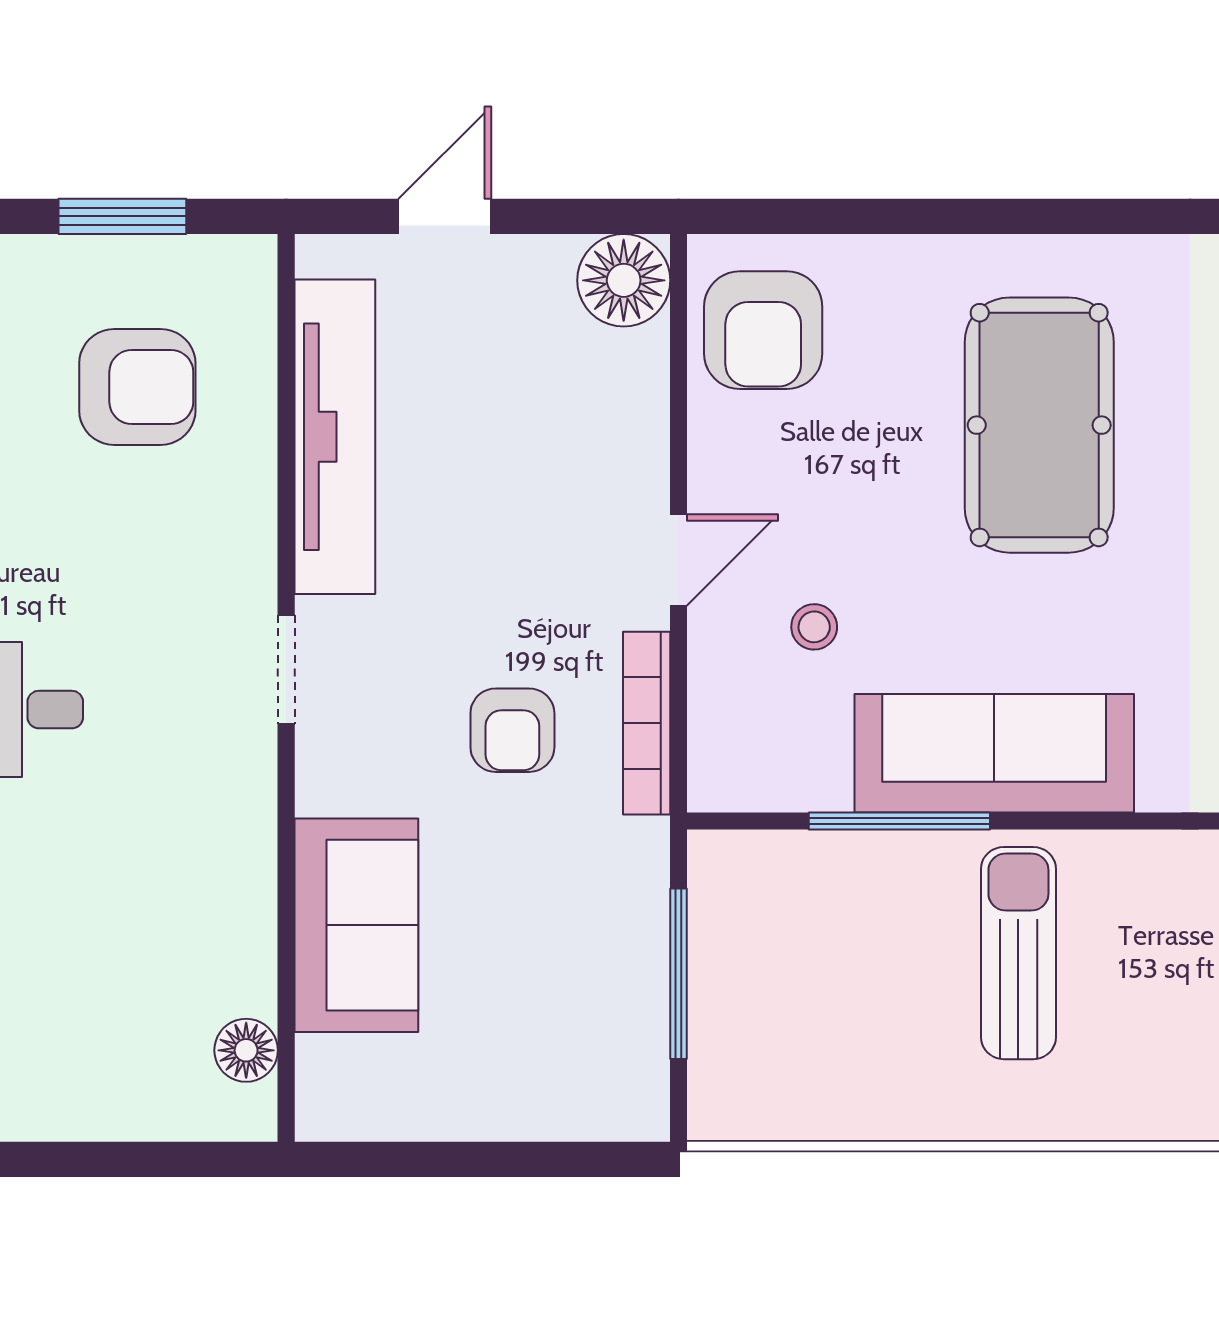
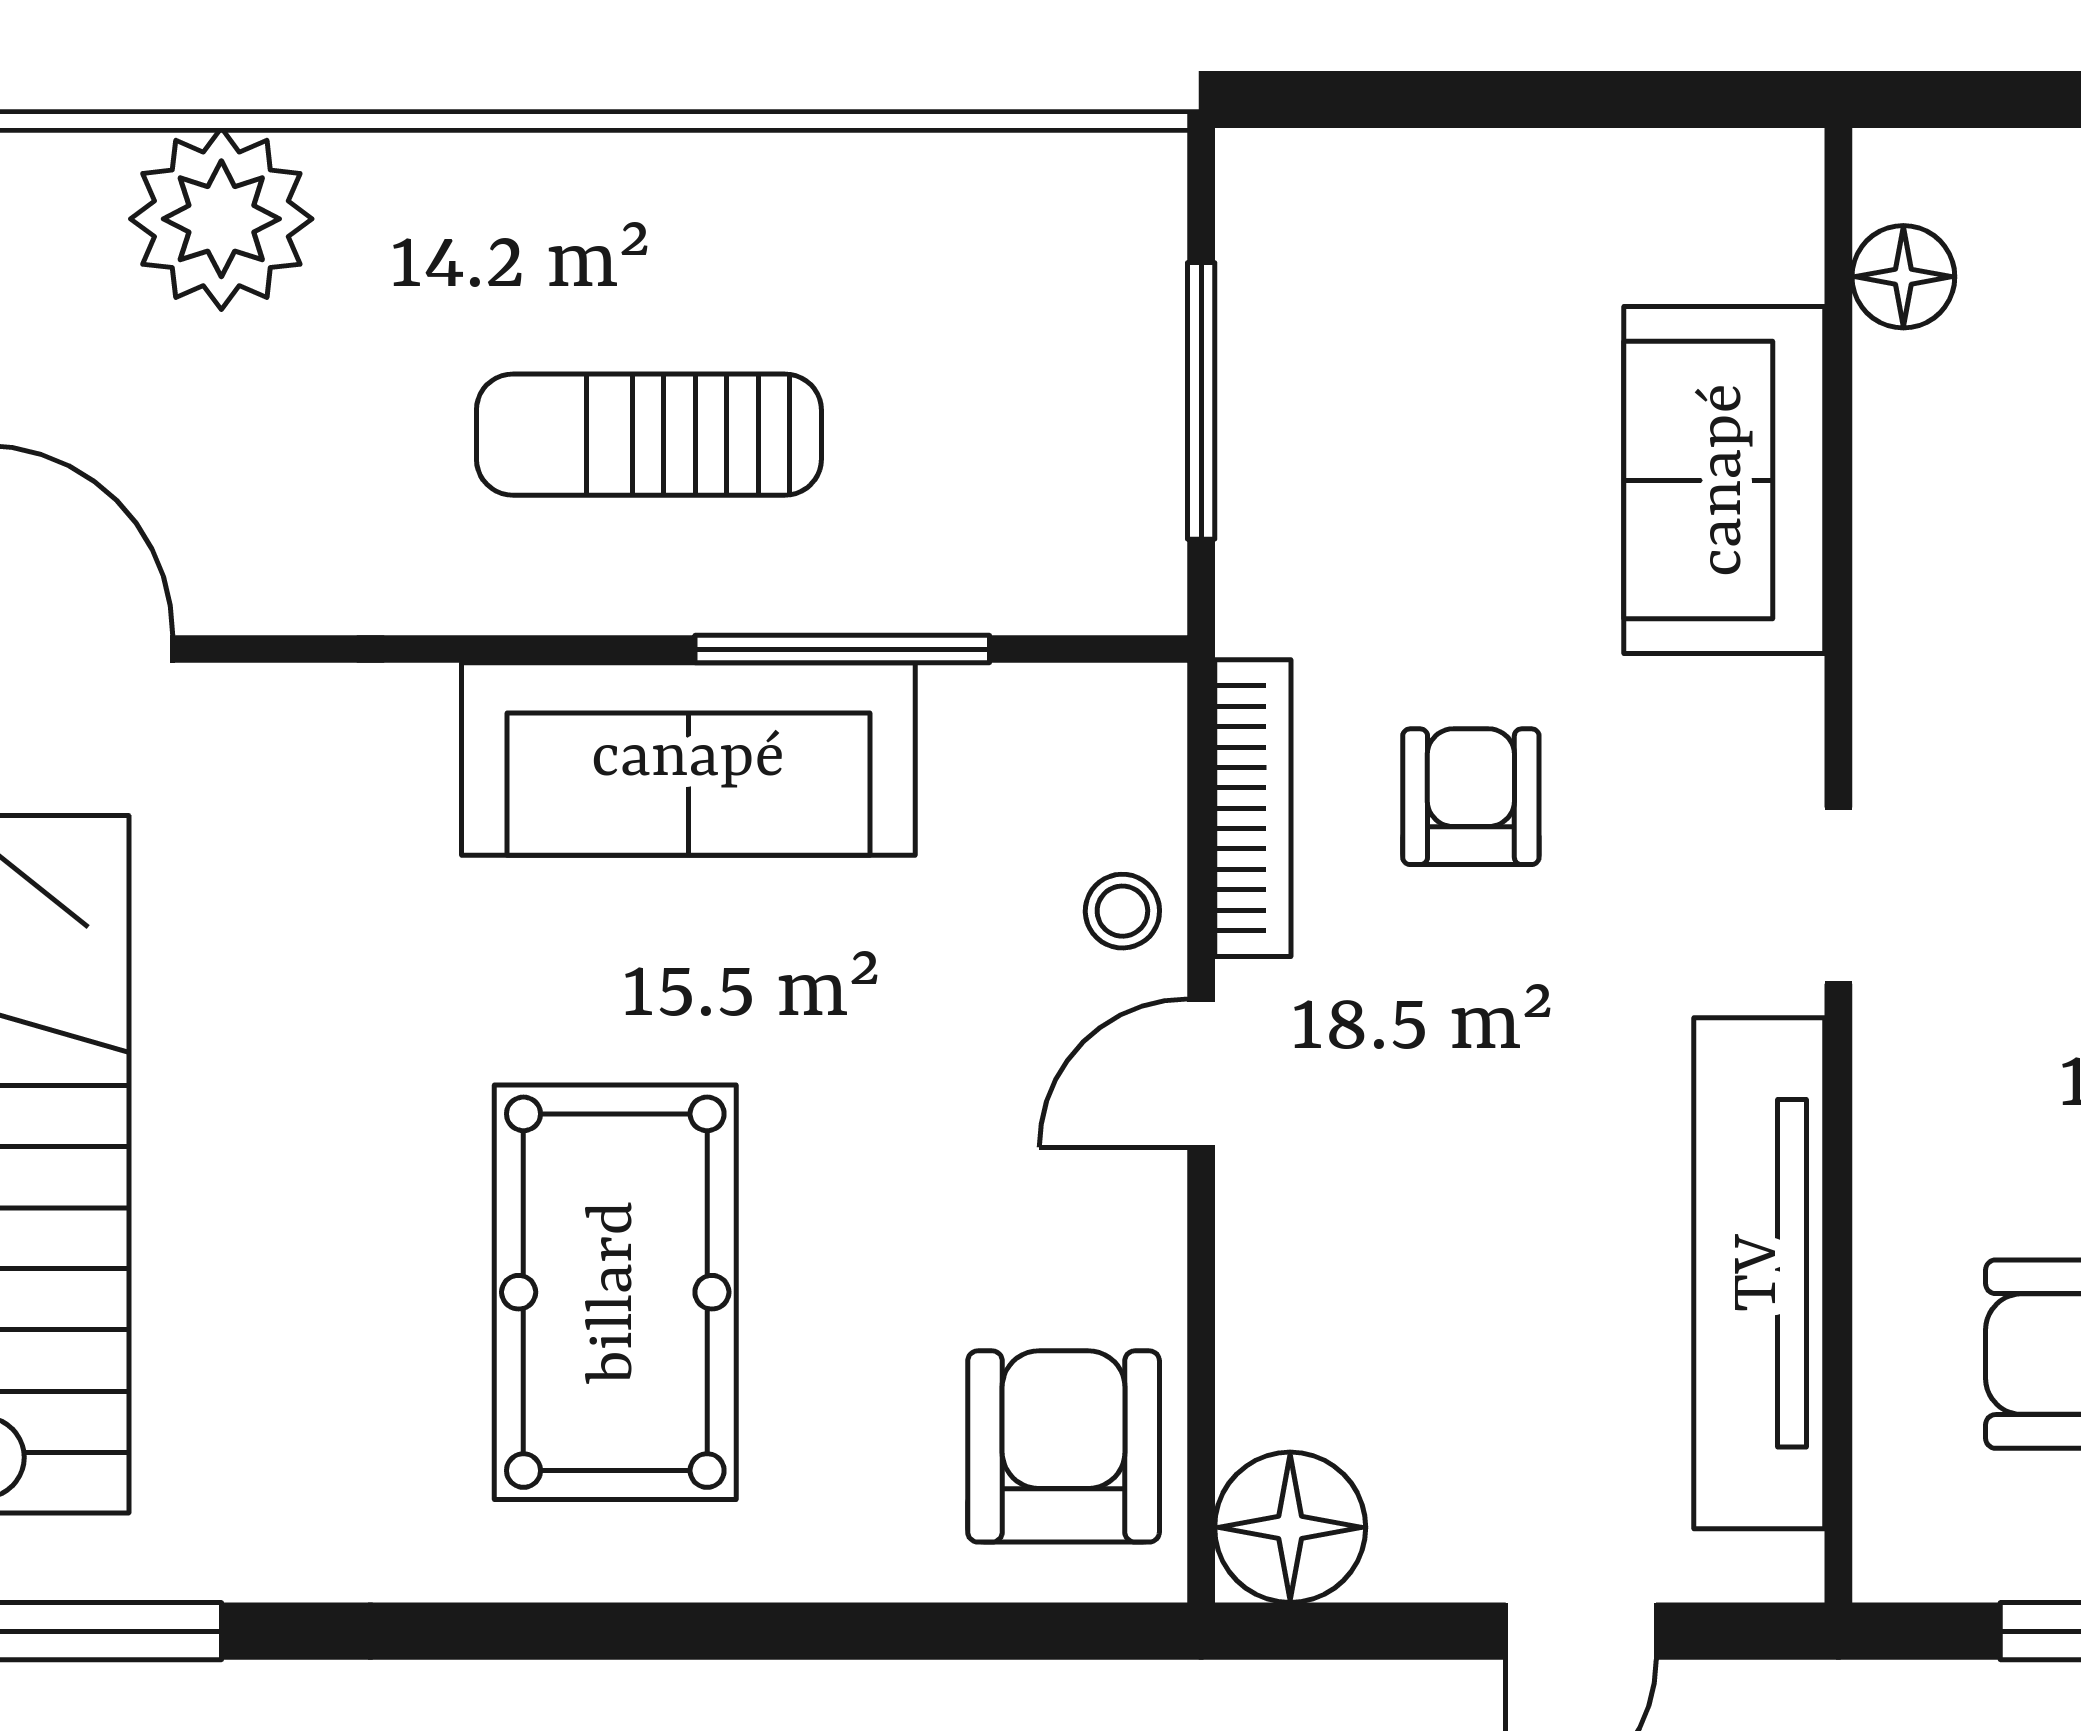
stool: (814, 627) -> (1122, 911), moved
sun lounger: (1018, 953) -> (649, 435), turned 90

